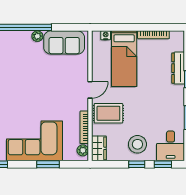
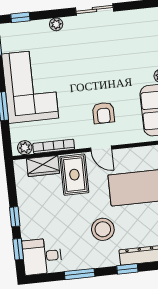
armchair: (62, 85) -> (103, 113), added
stool: (137, 144) -> (103, 229), moved
wardrobe: (99, 148) -> (43, 166), moved

